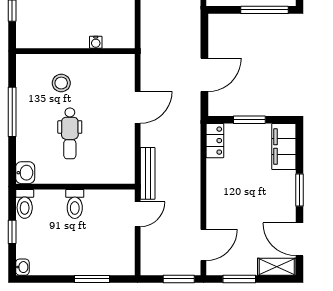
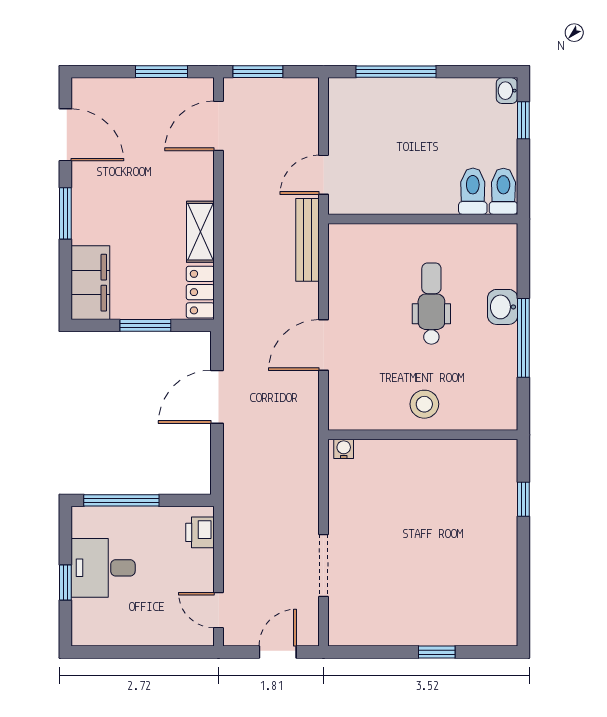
water cooler: (96, 42) -> (344, 449), moved
stool: (61, 83) -> (424, 404), moved
washbasin: (25, 173) -> (503, 307), moved
toilet: (75, 204) -> (473, 191), moved
window: (12, 232) -> (523, 120), moved
shelving: (277, 267) -> (200, 232), moved, turned 90
window: (92, 279) -> (396, 72), width x1.44

